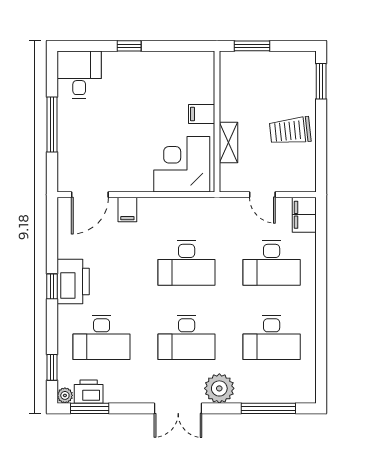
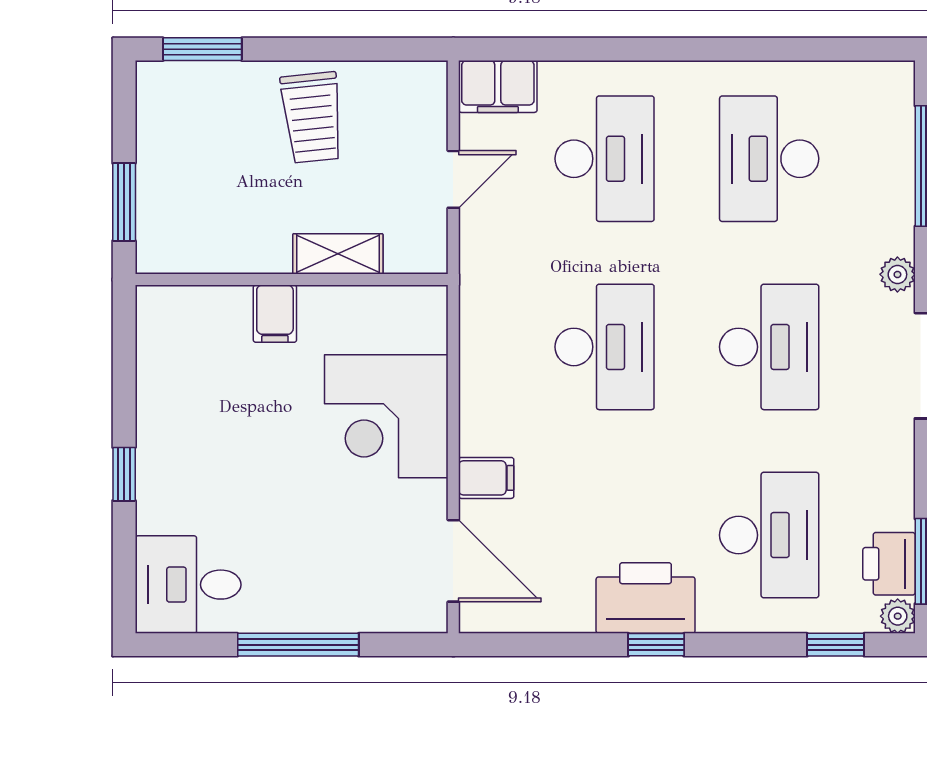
corner desk: (182, 164) -> (386, 416), moved
desk: (272, 337) -> (769, 159), turned 180
plant: (219, 388) -> (897, 274), width x0.53, depth x0.53

